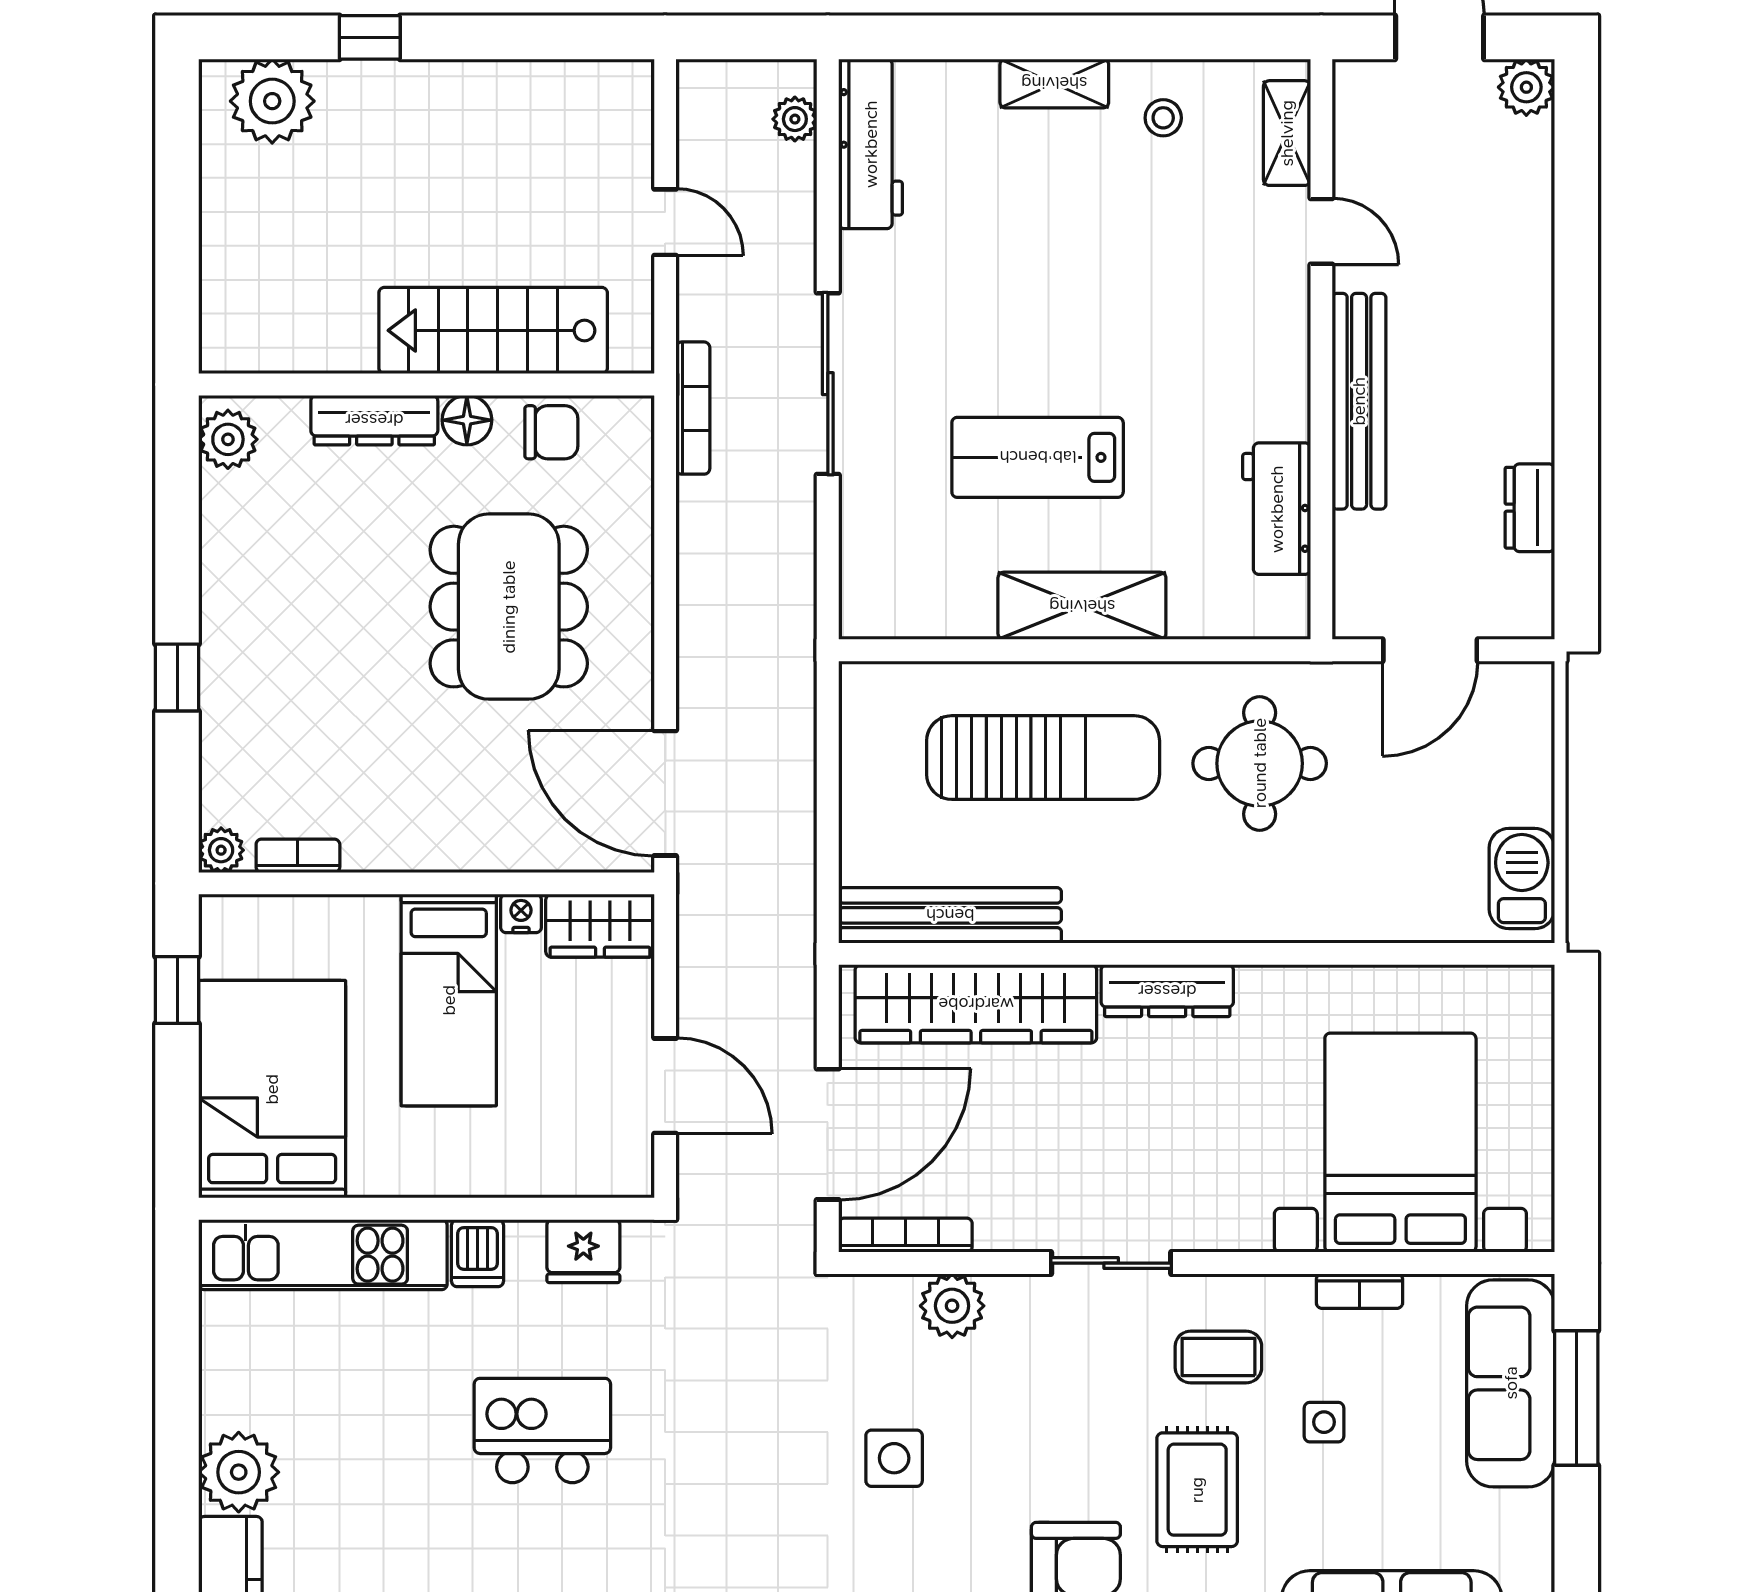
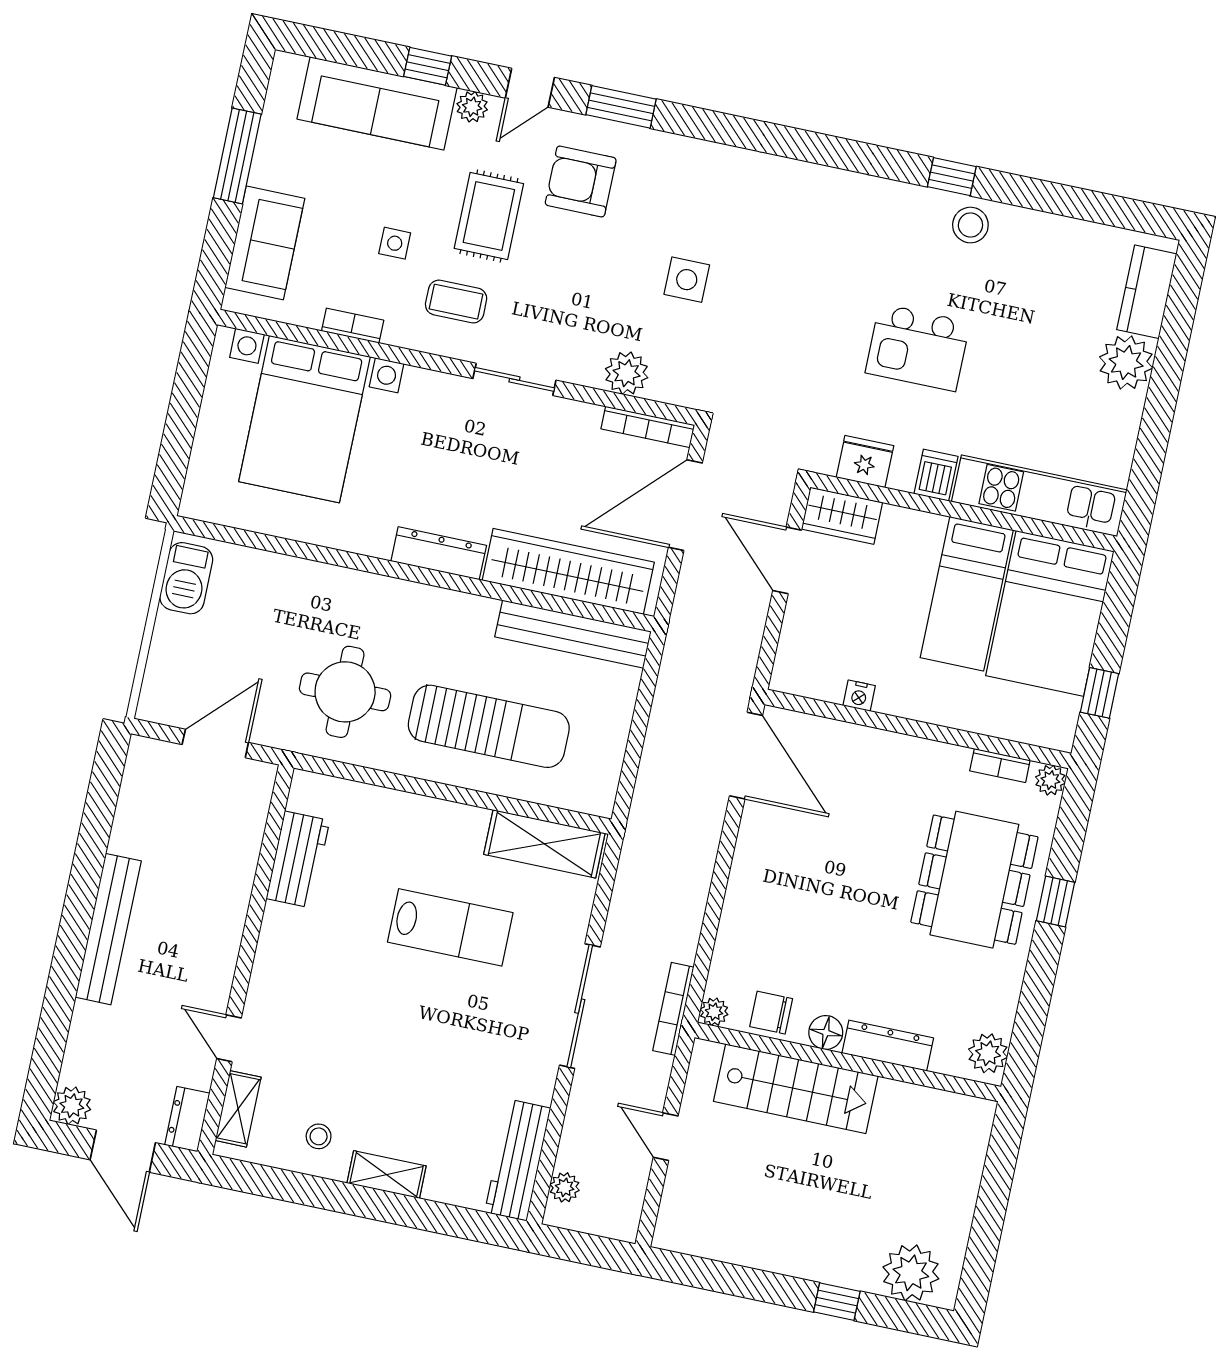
bench: (1359, 401) -> (108, 929), moved
plant: (634, 416) -> (714, 1012), added
dresser: (1530, 508) -> (187, 1119), moved, turned 180
shelving: (1082, 606) -> (544, 844), moved
dining table: (509, 607) -> (974, 880), moved
sun lounger: (1043, 758) -> (489, 726), turned 180
wardrobe: (600, 926) -> (842, 516), moved, turned 180
bed: (449, 1000) -> (967, 594), moved, turned 180
sofa: (1511, 1383) -> (265, 243), width x0.73
window: (1576, 1398) -> (237, 156), moved

